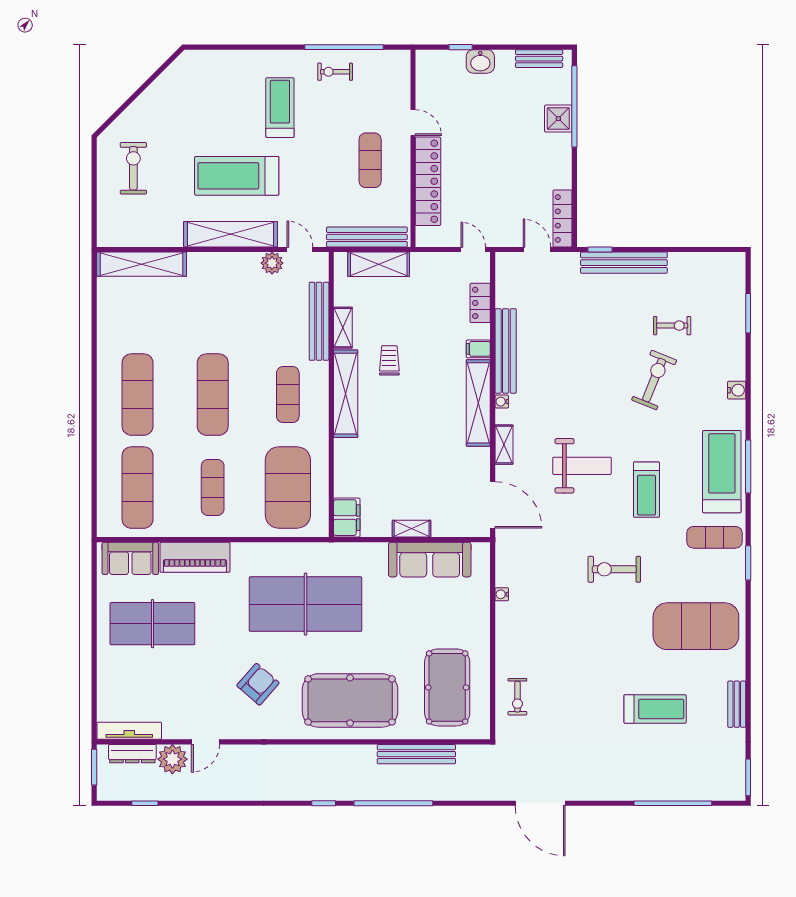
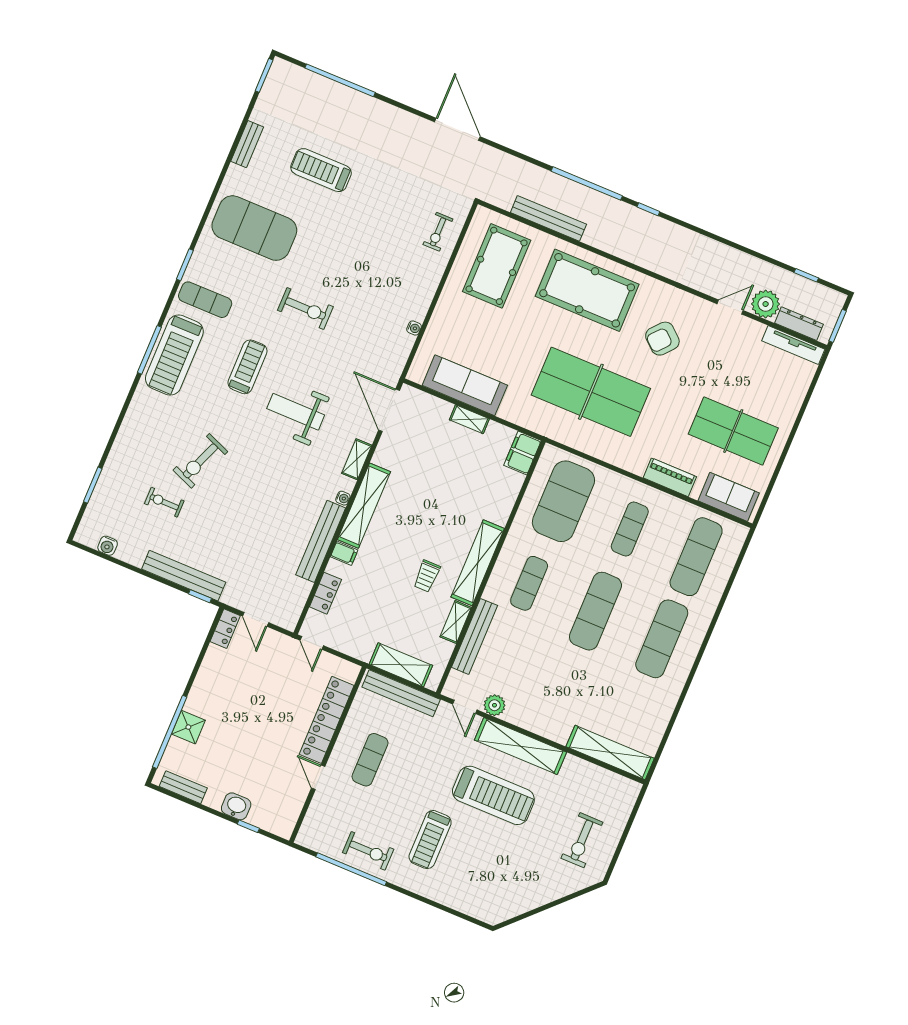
exercise bike: (335, 72) -> (368, 851), width x1.38, depth x1.39
locker: (562, 218) -> (225, 629), width x0.66
water cooler: (737, 390) -> (108, 546), moved, turned -90
piano: (195, 557) -> (670, 477), width x0.73, depth x0.75
exercise bike: (517, 697) -> (438, 232), turned 180

